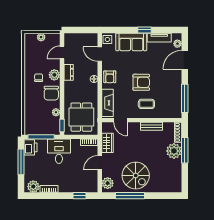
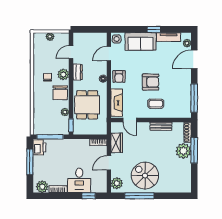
door: (100, 54) -> (109, 54), hinge flipped
dining table: (81, 117) -> (87, 105), moved
desk: (59, 151) -> (79, 180), moved, turned 180
spiral stairs: (136, 176) -> (145, 176), turned 180

